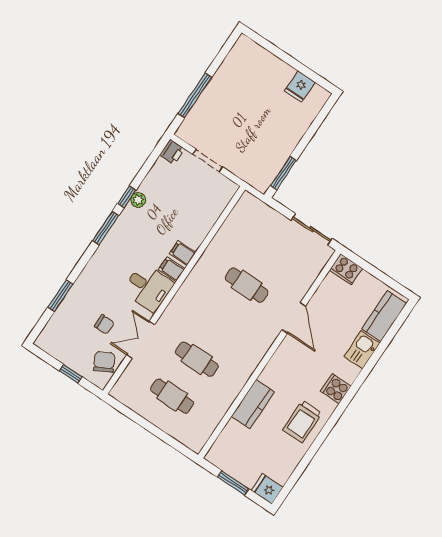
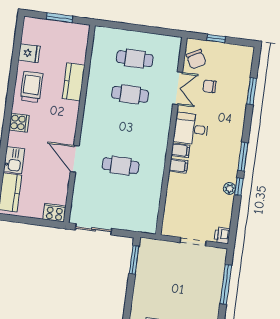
fridge: (267, 489) -> (29, 53), moved

